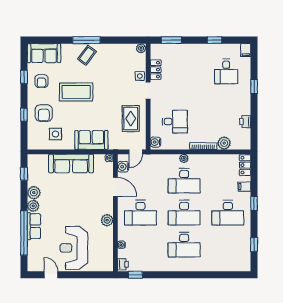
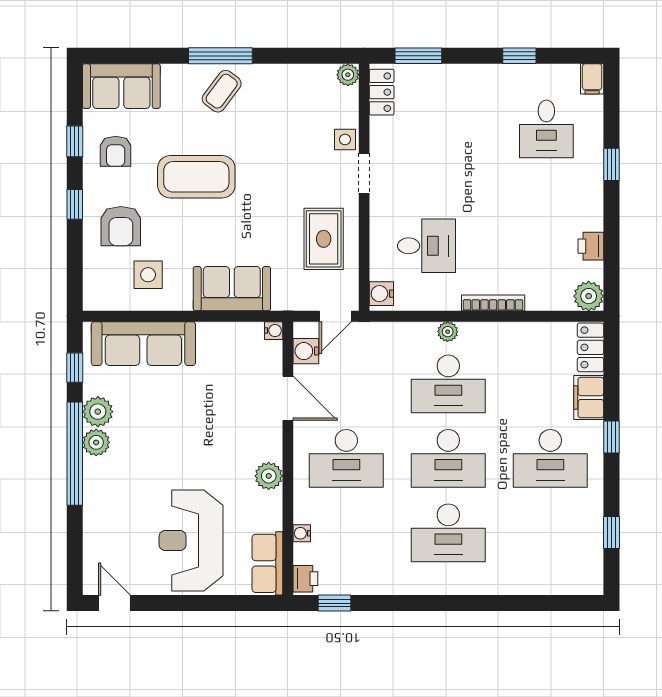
locker: (156, 70) -> (382, 92), moved
window: (24, 115) -> (75, 204), moved
plant: (224, 143) -> (589, 296), moved
sofa: (71, 163) -> (143, 344), moved
filing cabinet: (244, 187) -> (589, 398), width x2.00
row of seats: (34, 226) -> (267, 563), moved, turned 180
window: (24, 233) -> (75, 454), moved
door: (51, 275) -> (114, 603), moved

